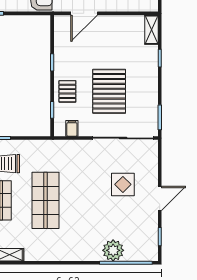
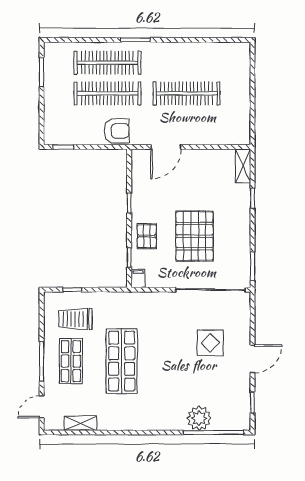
filing cabinet: (72, 128) -> (138, 279), moved

